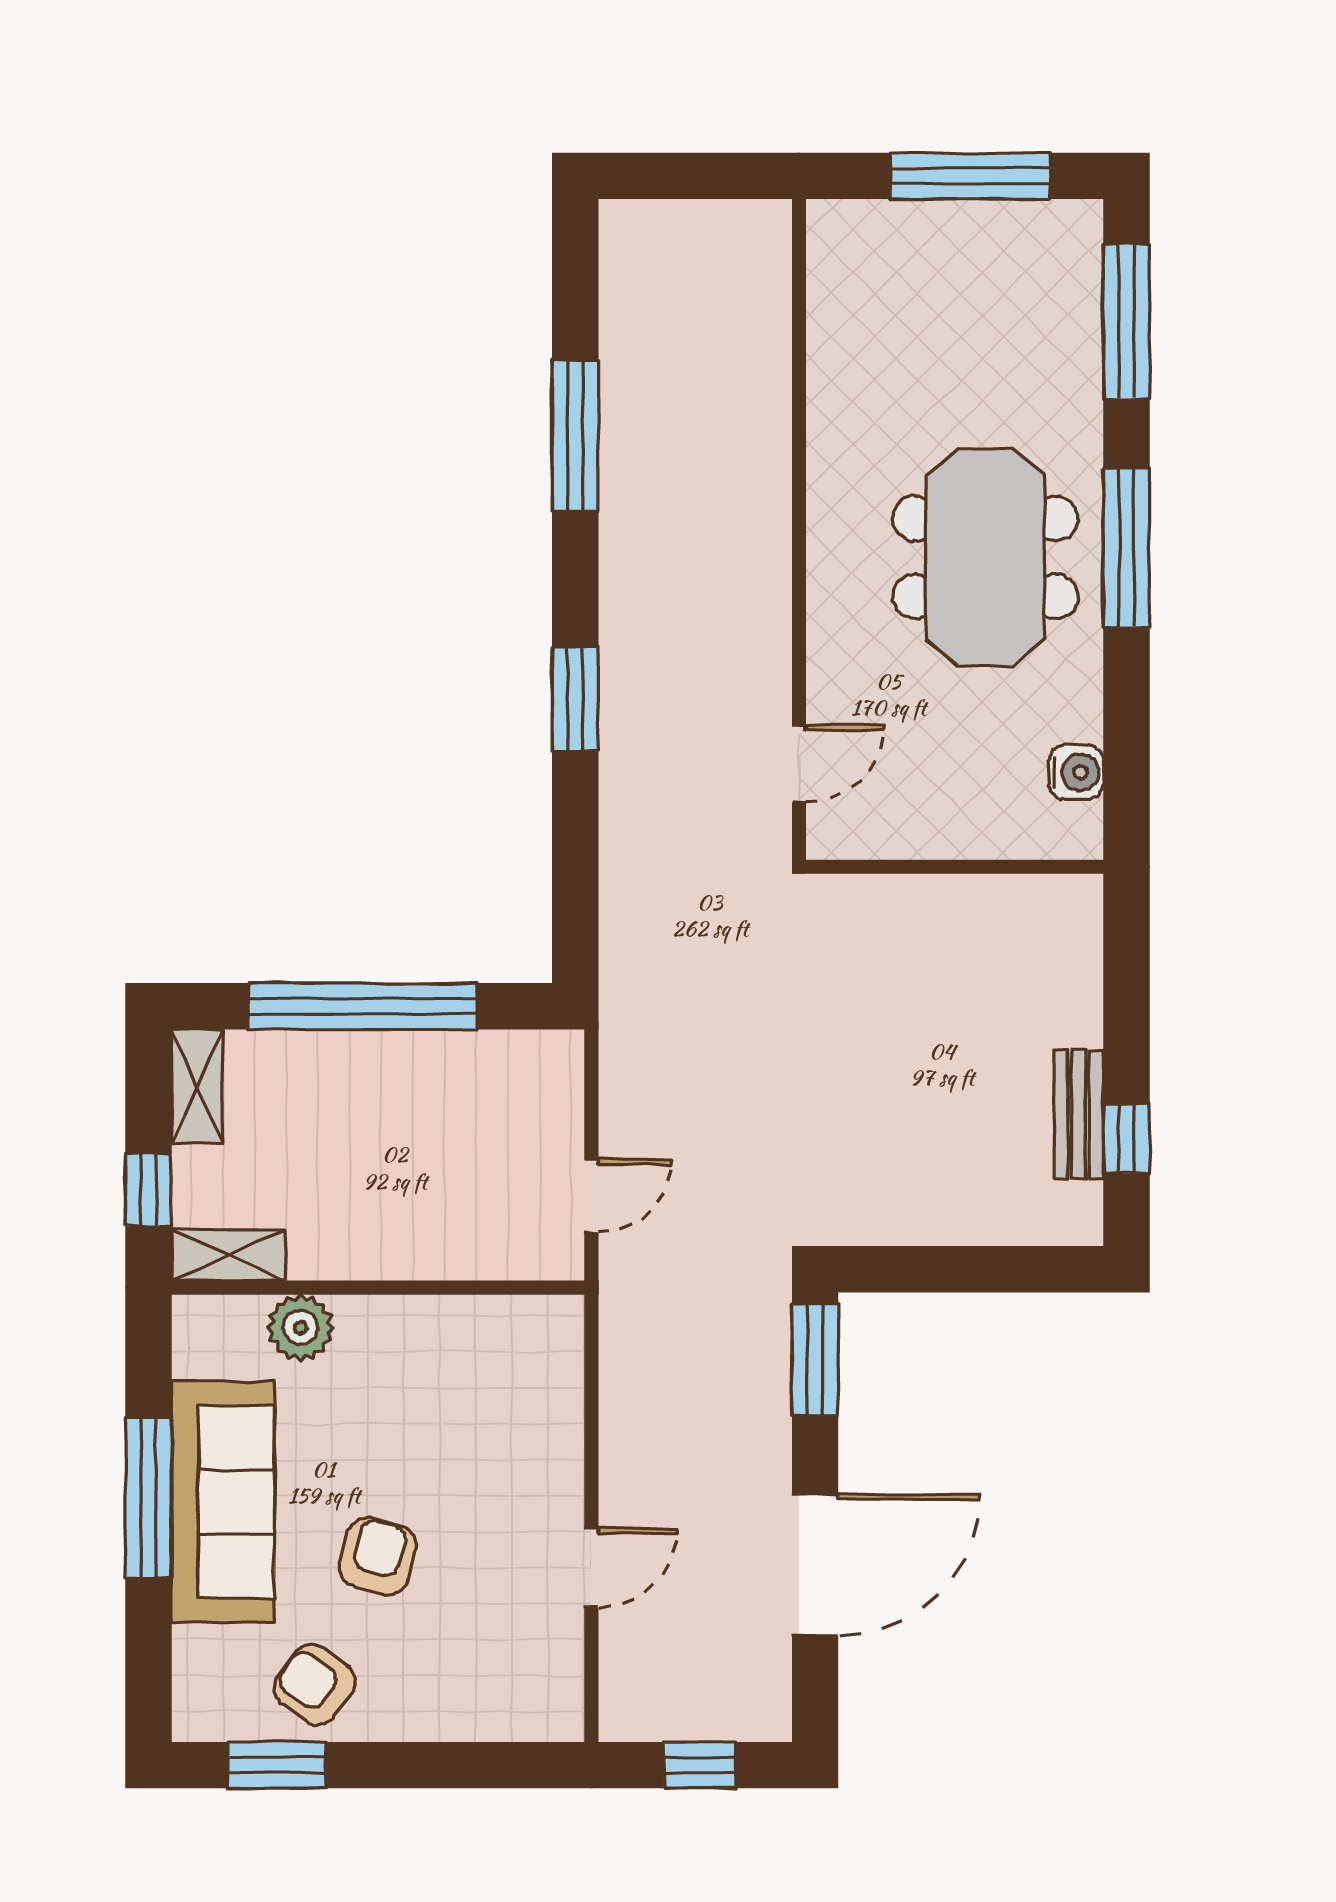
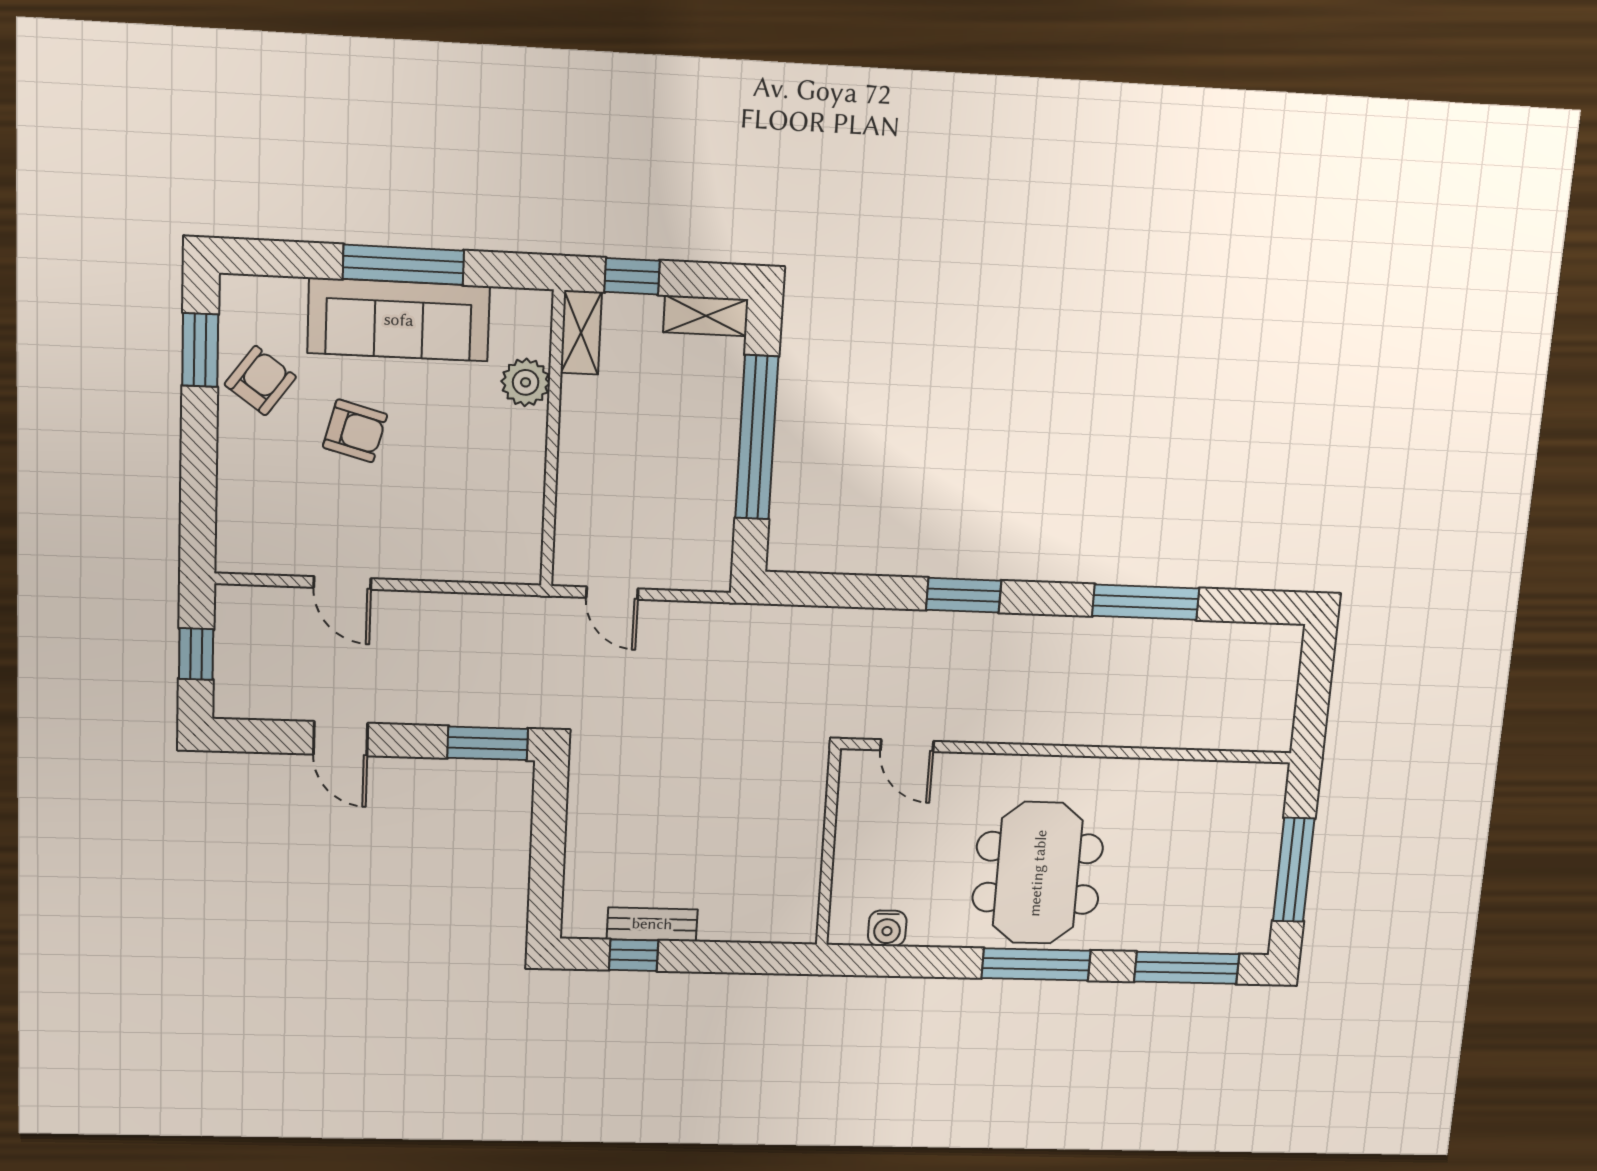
meeting table: (985, 557) -> (1038, 873), turned 90
door: (815, 1565) -> (341, 739), width x0.53

